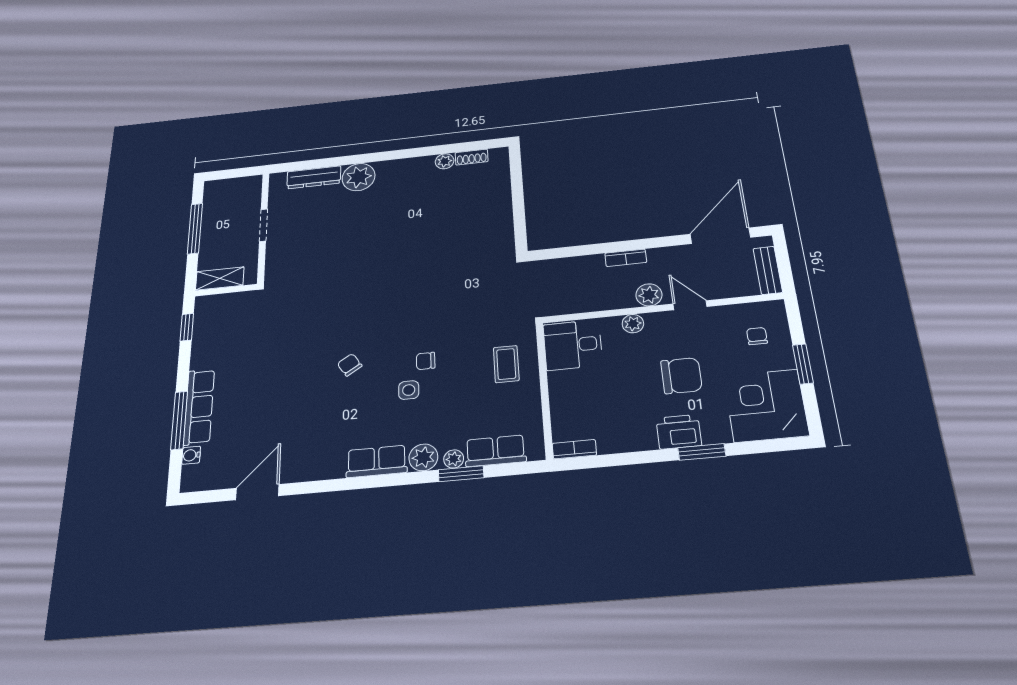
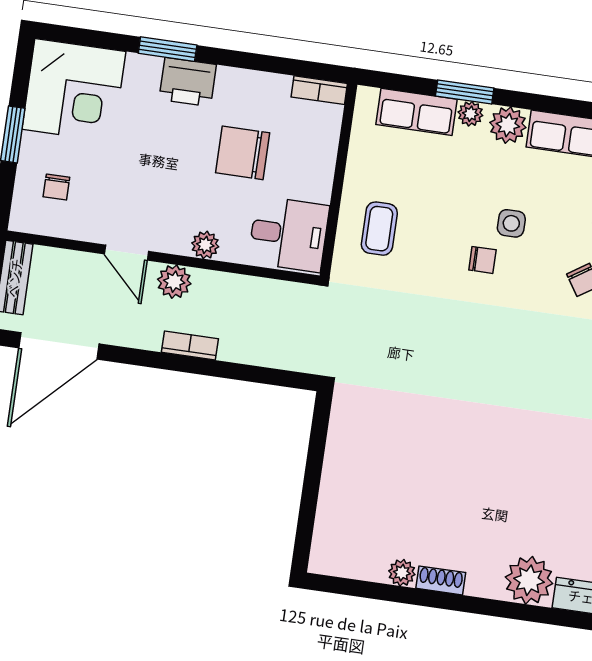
shoe rack: (472, 157) -> (441, 580), moved
chair: (681, 376) -> (243, 153), moved

